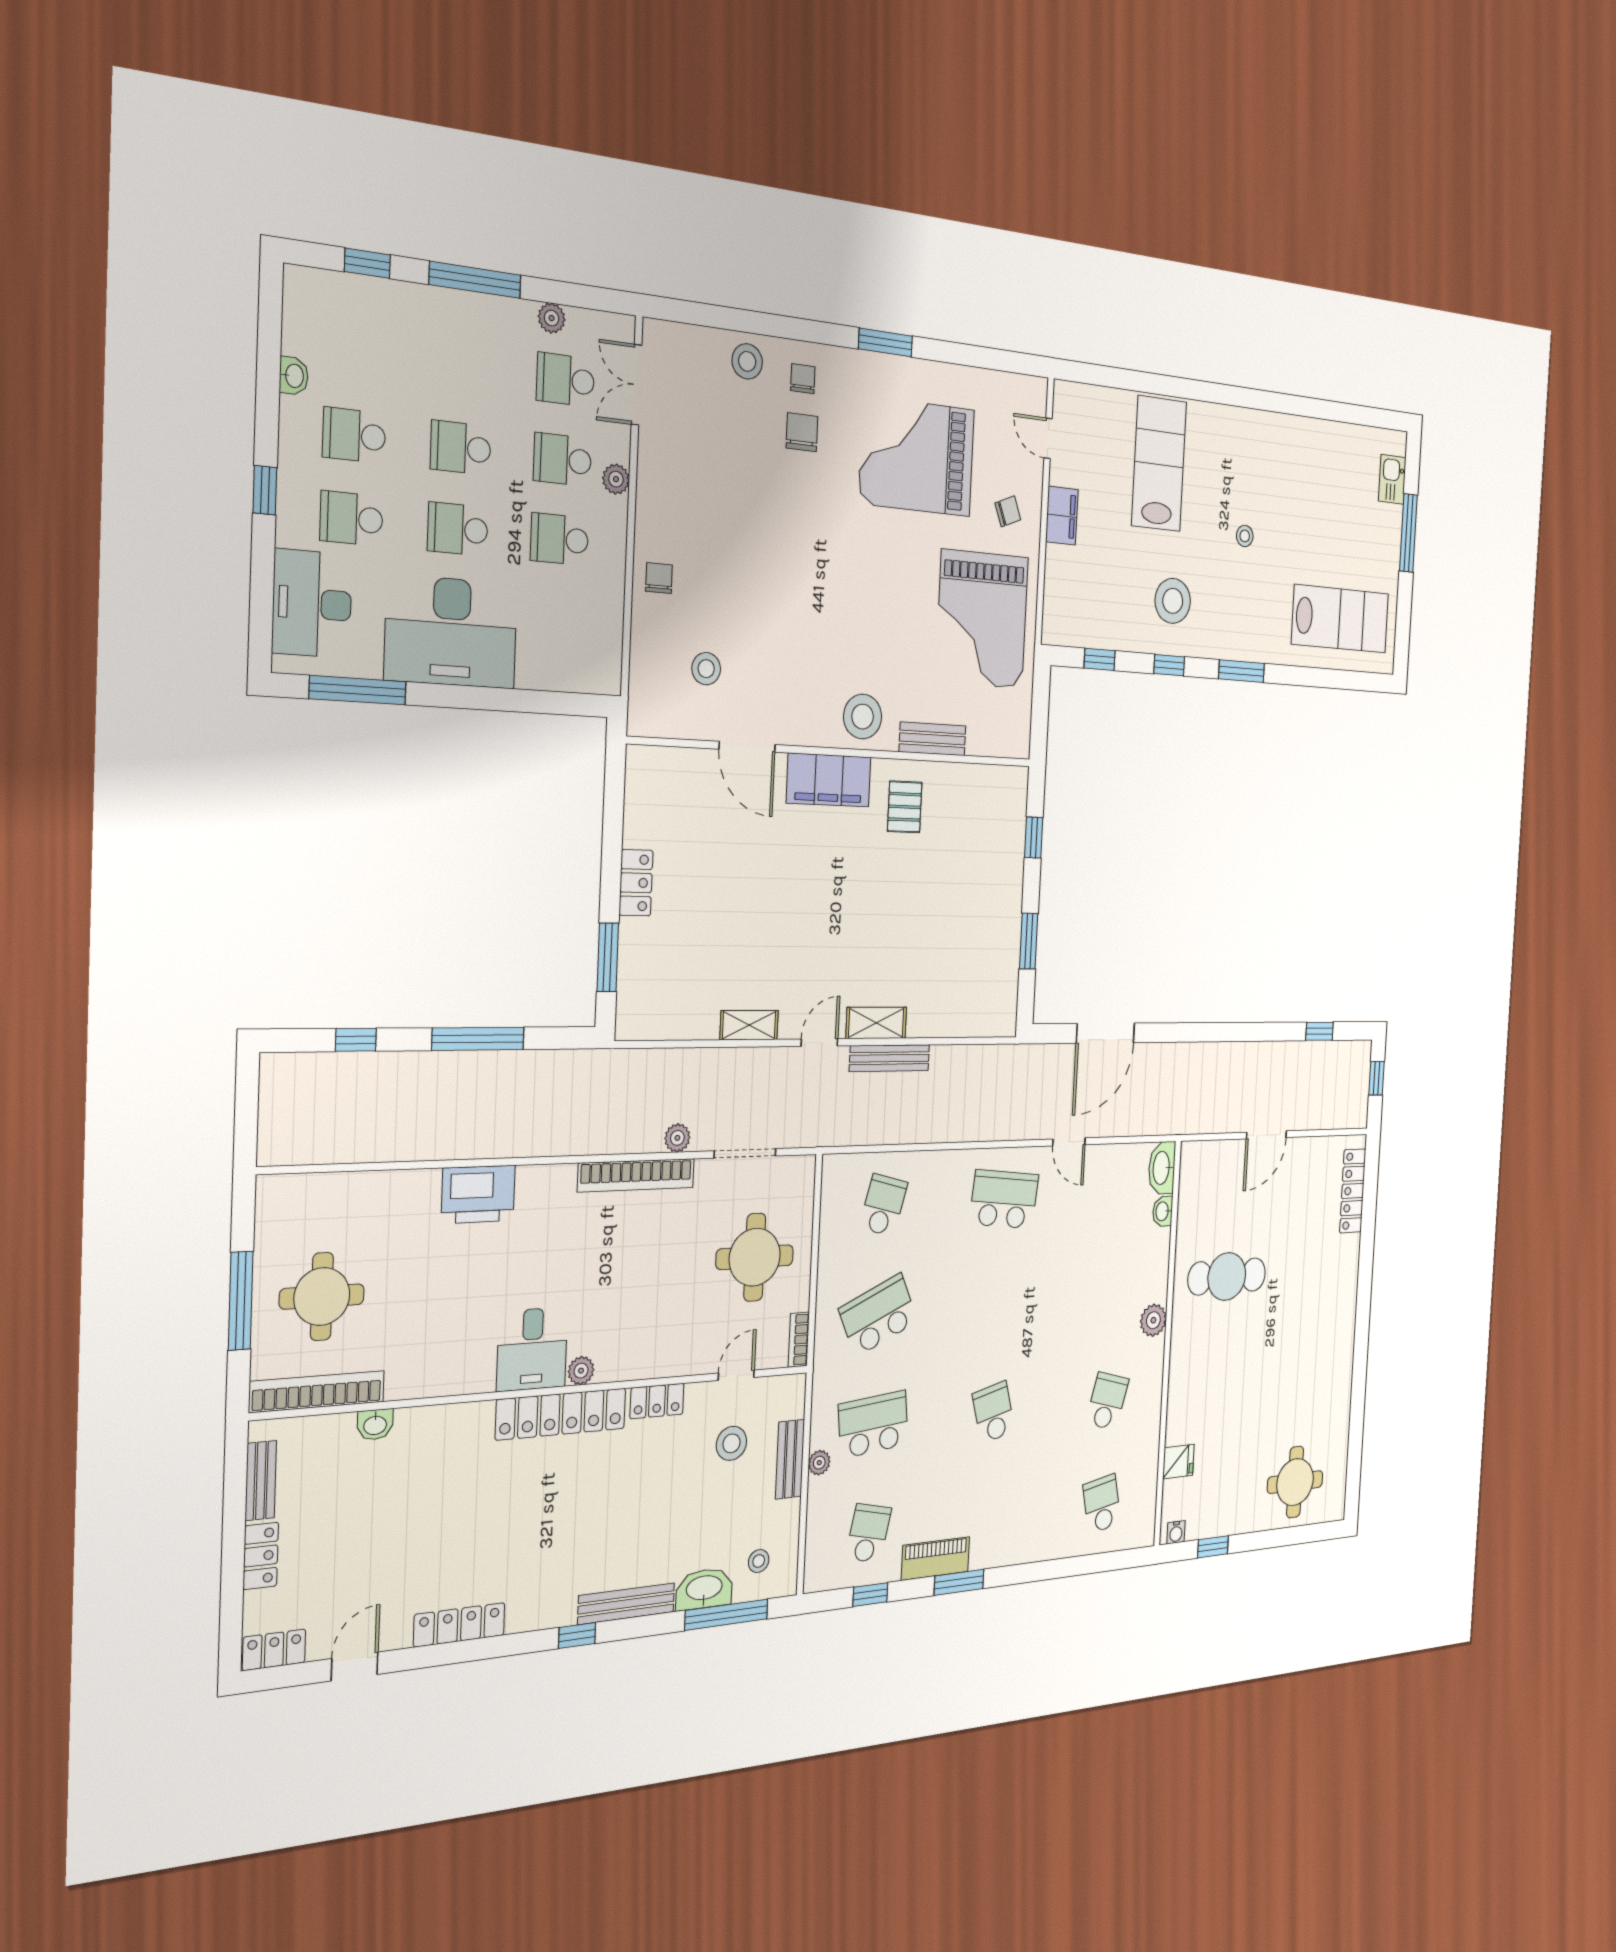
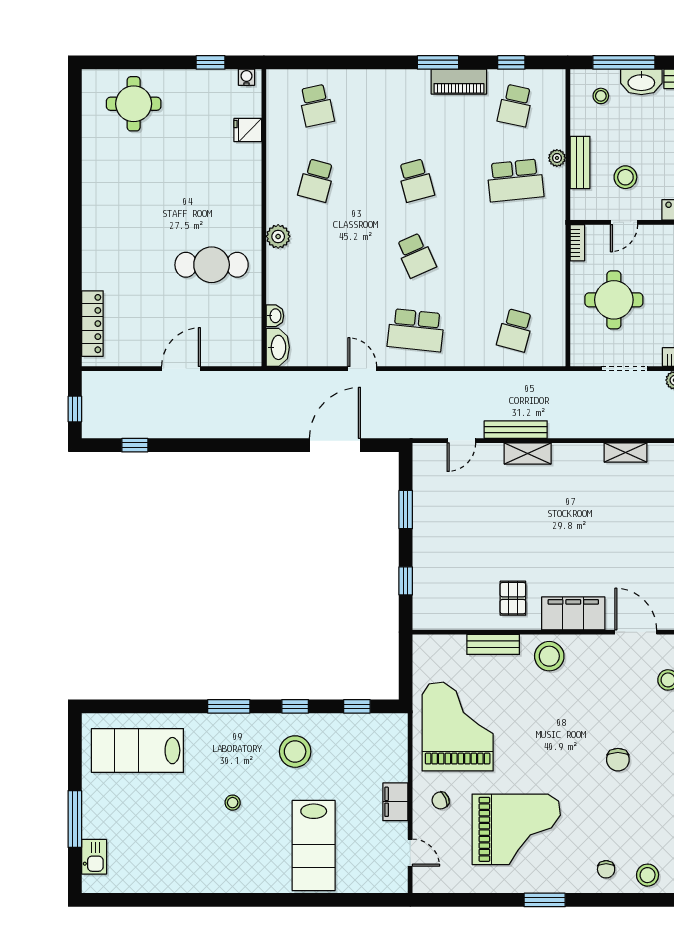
chair: (802, 432) -> (618, 760), moved
door: (819, 1043) -> (461, 441), moved
school desk: (878, 1315) -> (416, 255), moved, width x0.54

